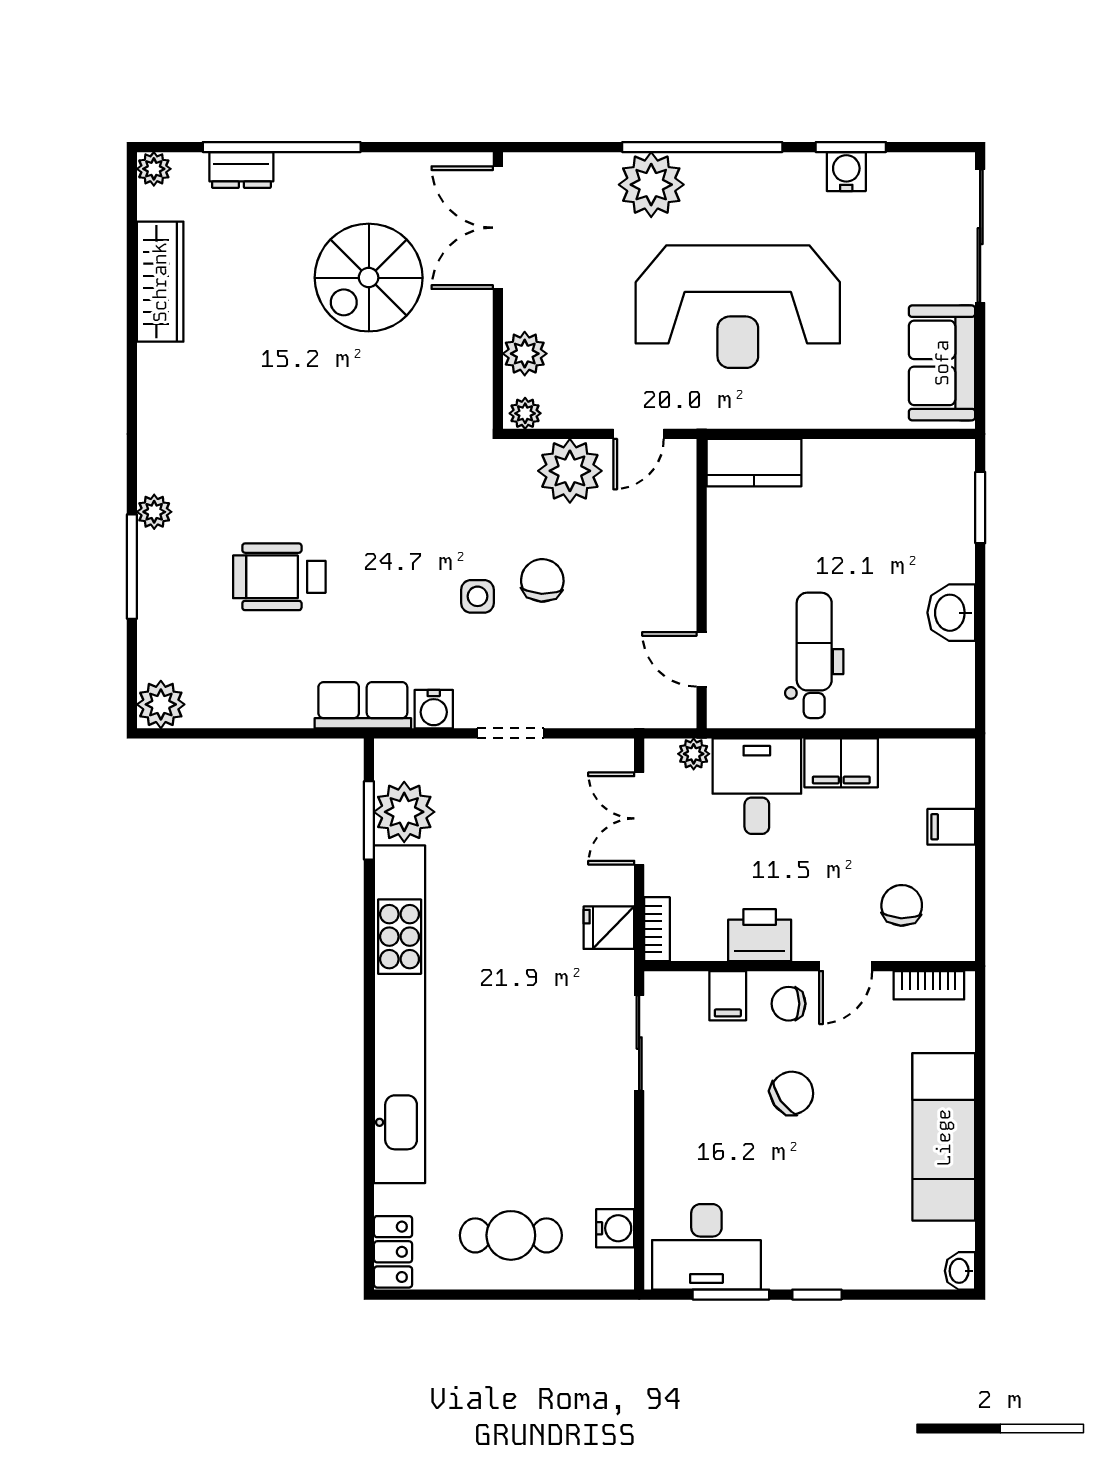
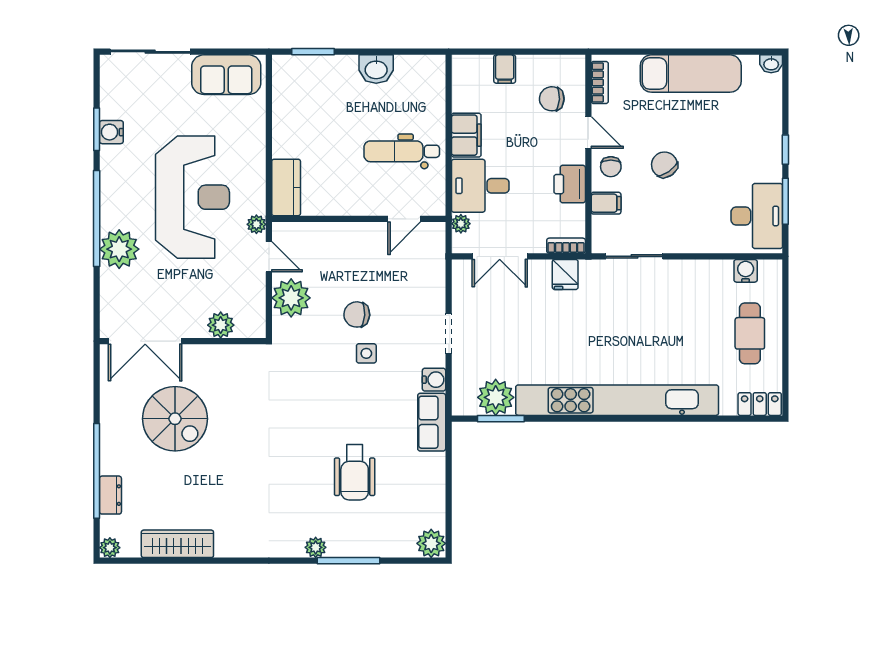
plant: (525, 413) -> (256, 224), moved

